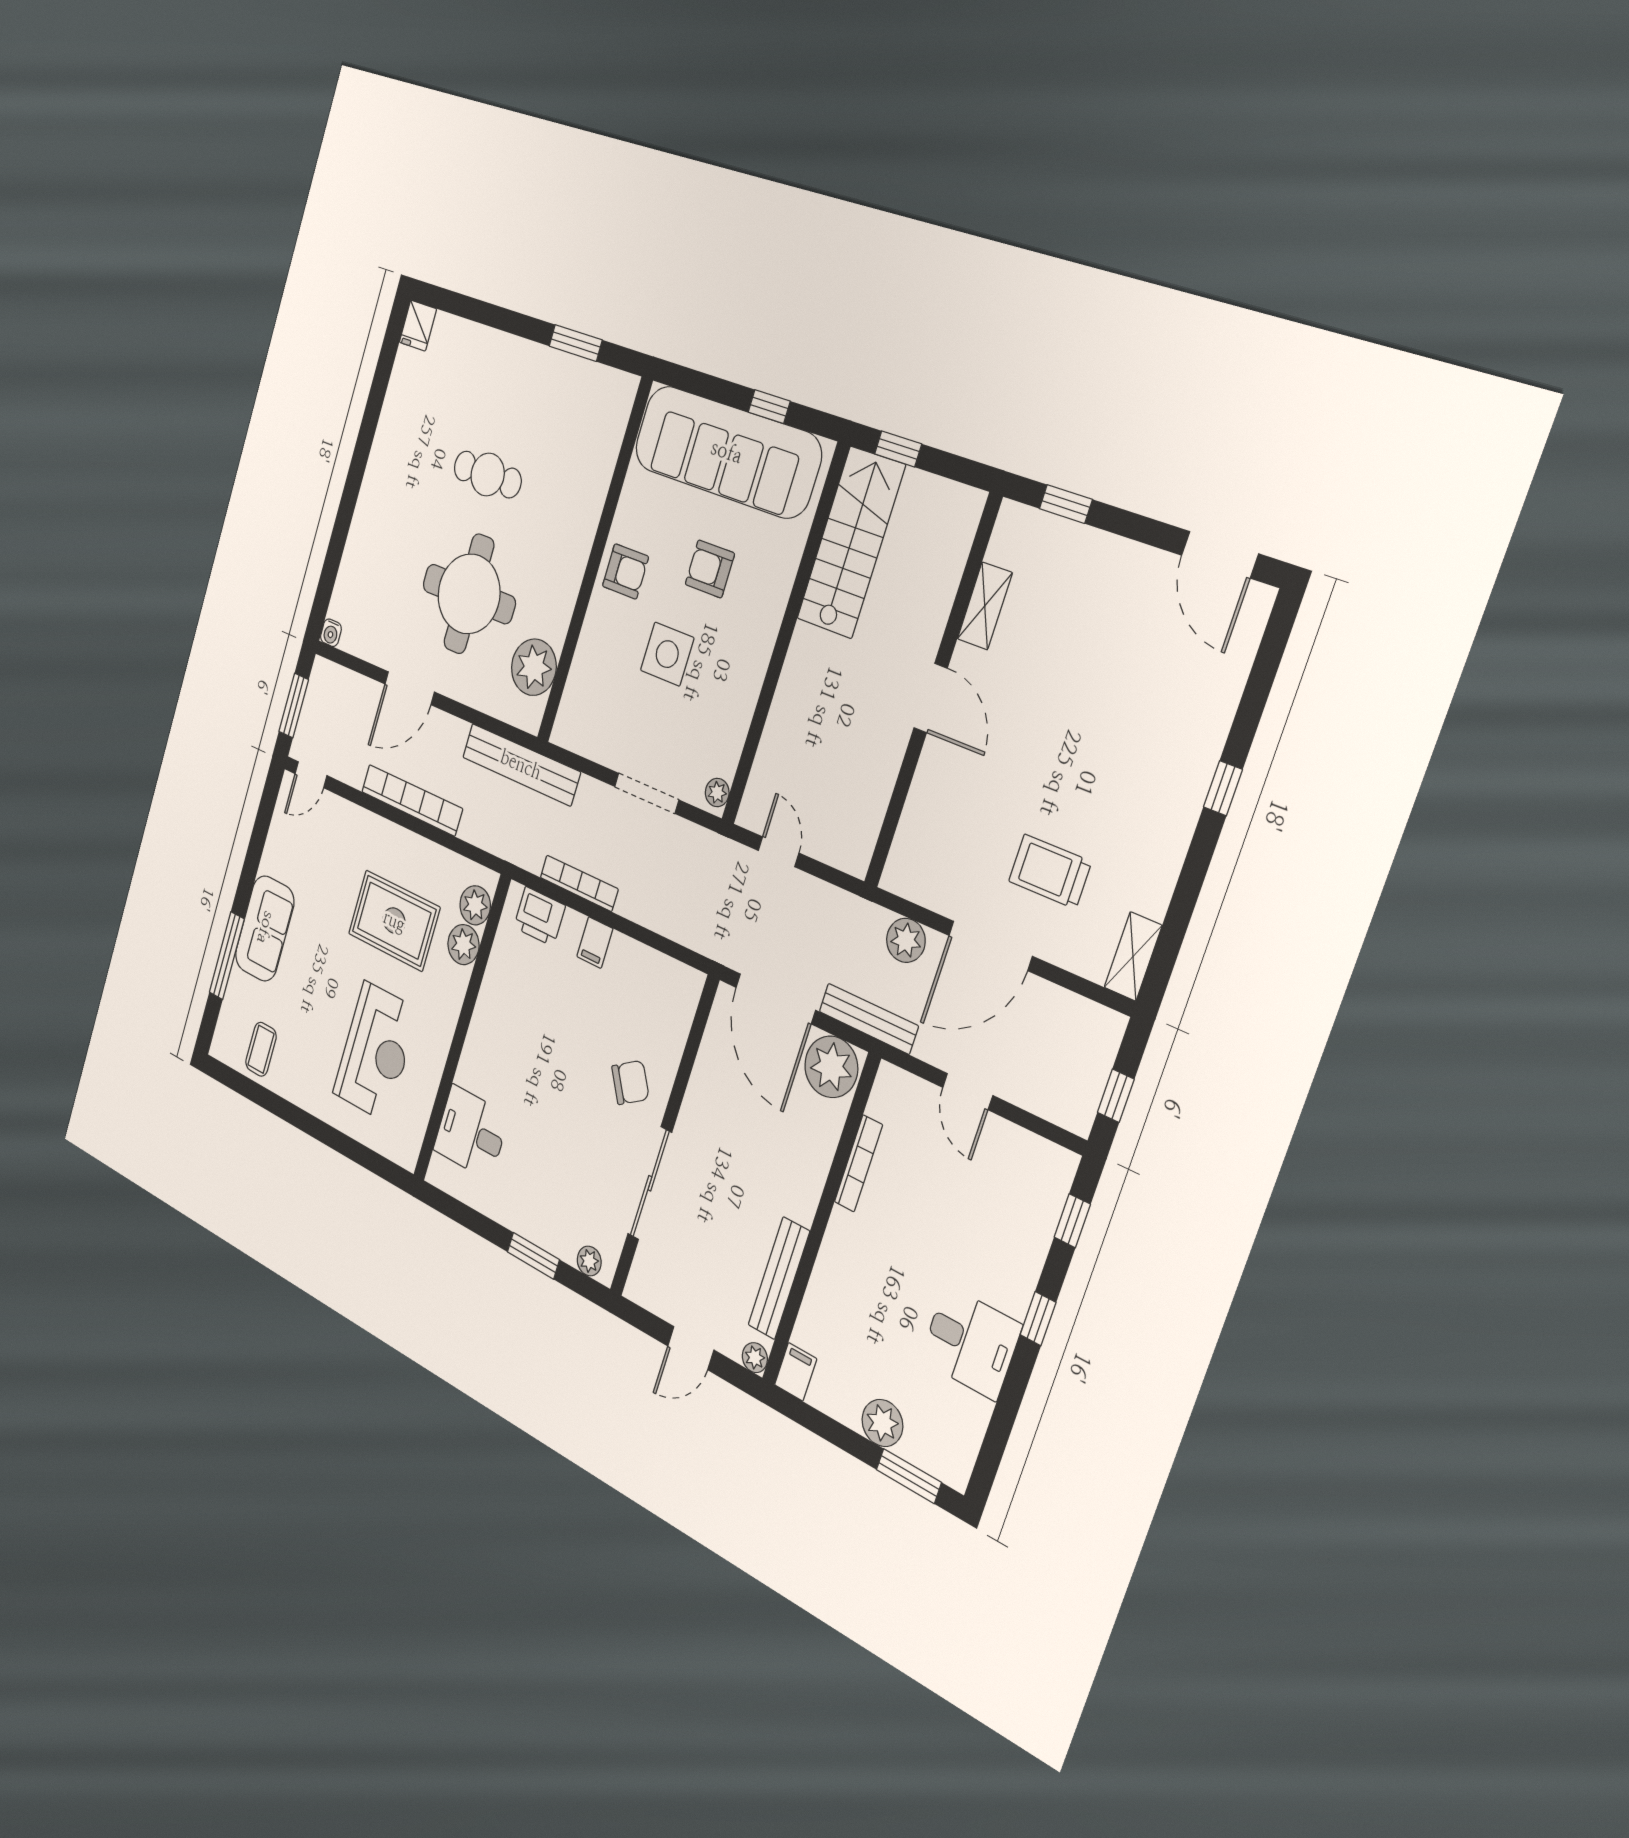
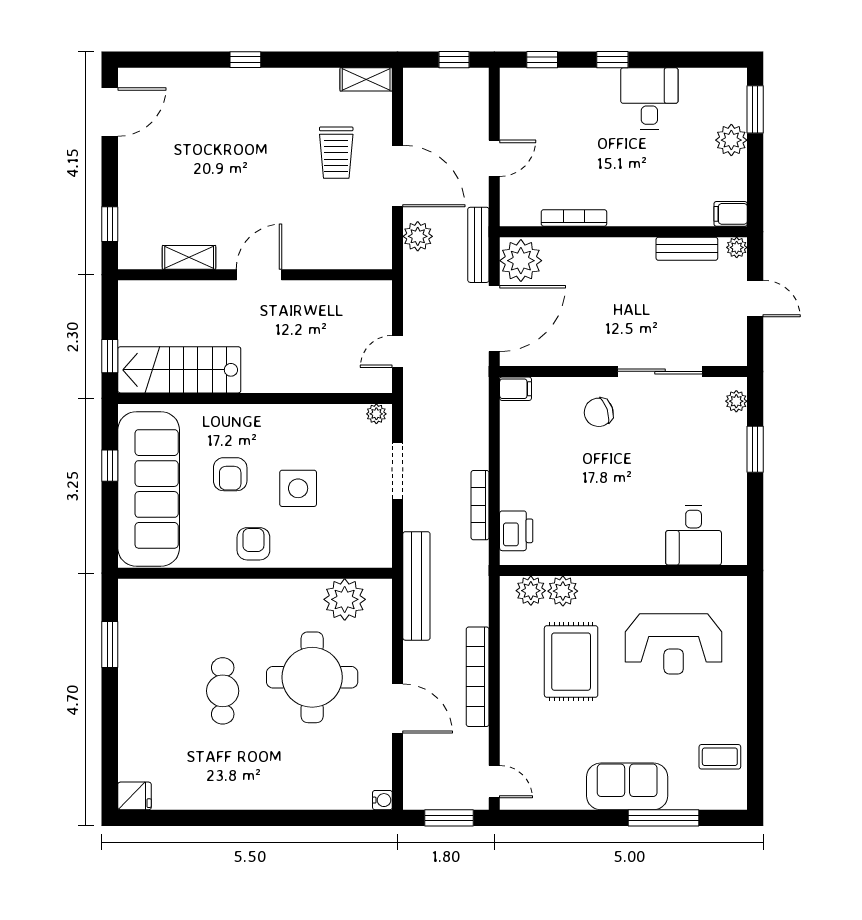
filing cabinet: (595, 943) -> (516, 389), moved
reception desk: (376, 1052) -> (674, 644), turned 180
chair: (630, 1082) -> (599, 412), turned -77
bench: (779, 1278) -> (687, 249), width x0.73

